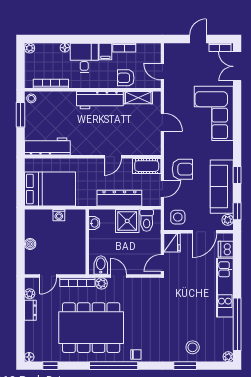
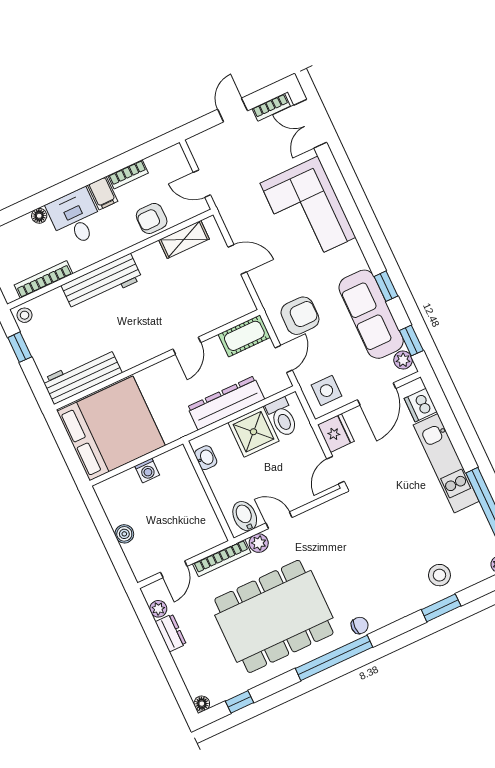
workbench: (100, 100) -> (102, 282), moved
window: (20, 115) -> (20, 347), width x0.67
bed: (50, 189) -> (111, 428), width x1.36

